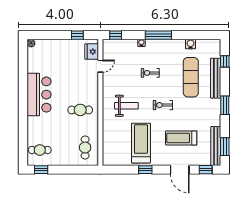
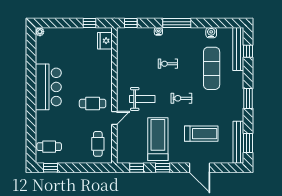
door: (100, 66) -> (114, 118), moved
bench: (216, 78) -> (238, 49), moved
treadmill: (181, 138) -> (201, 134), turned 180
window: (206, 170) -> (137, 168), moved

